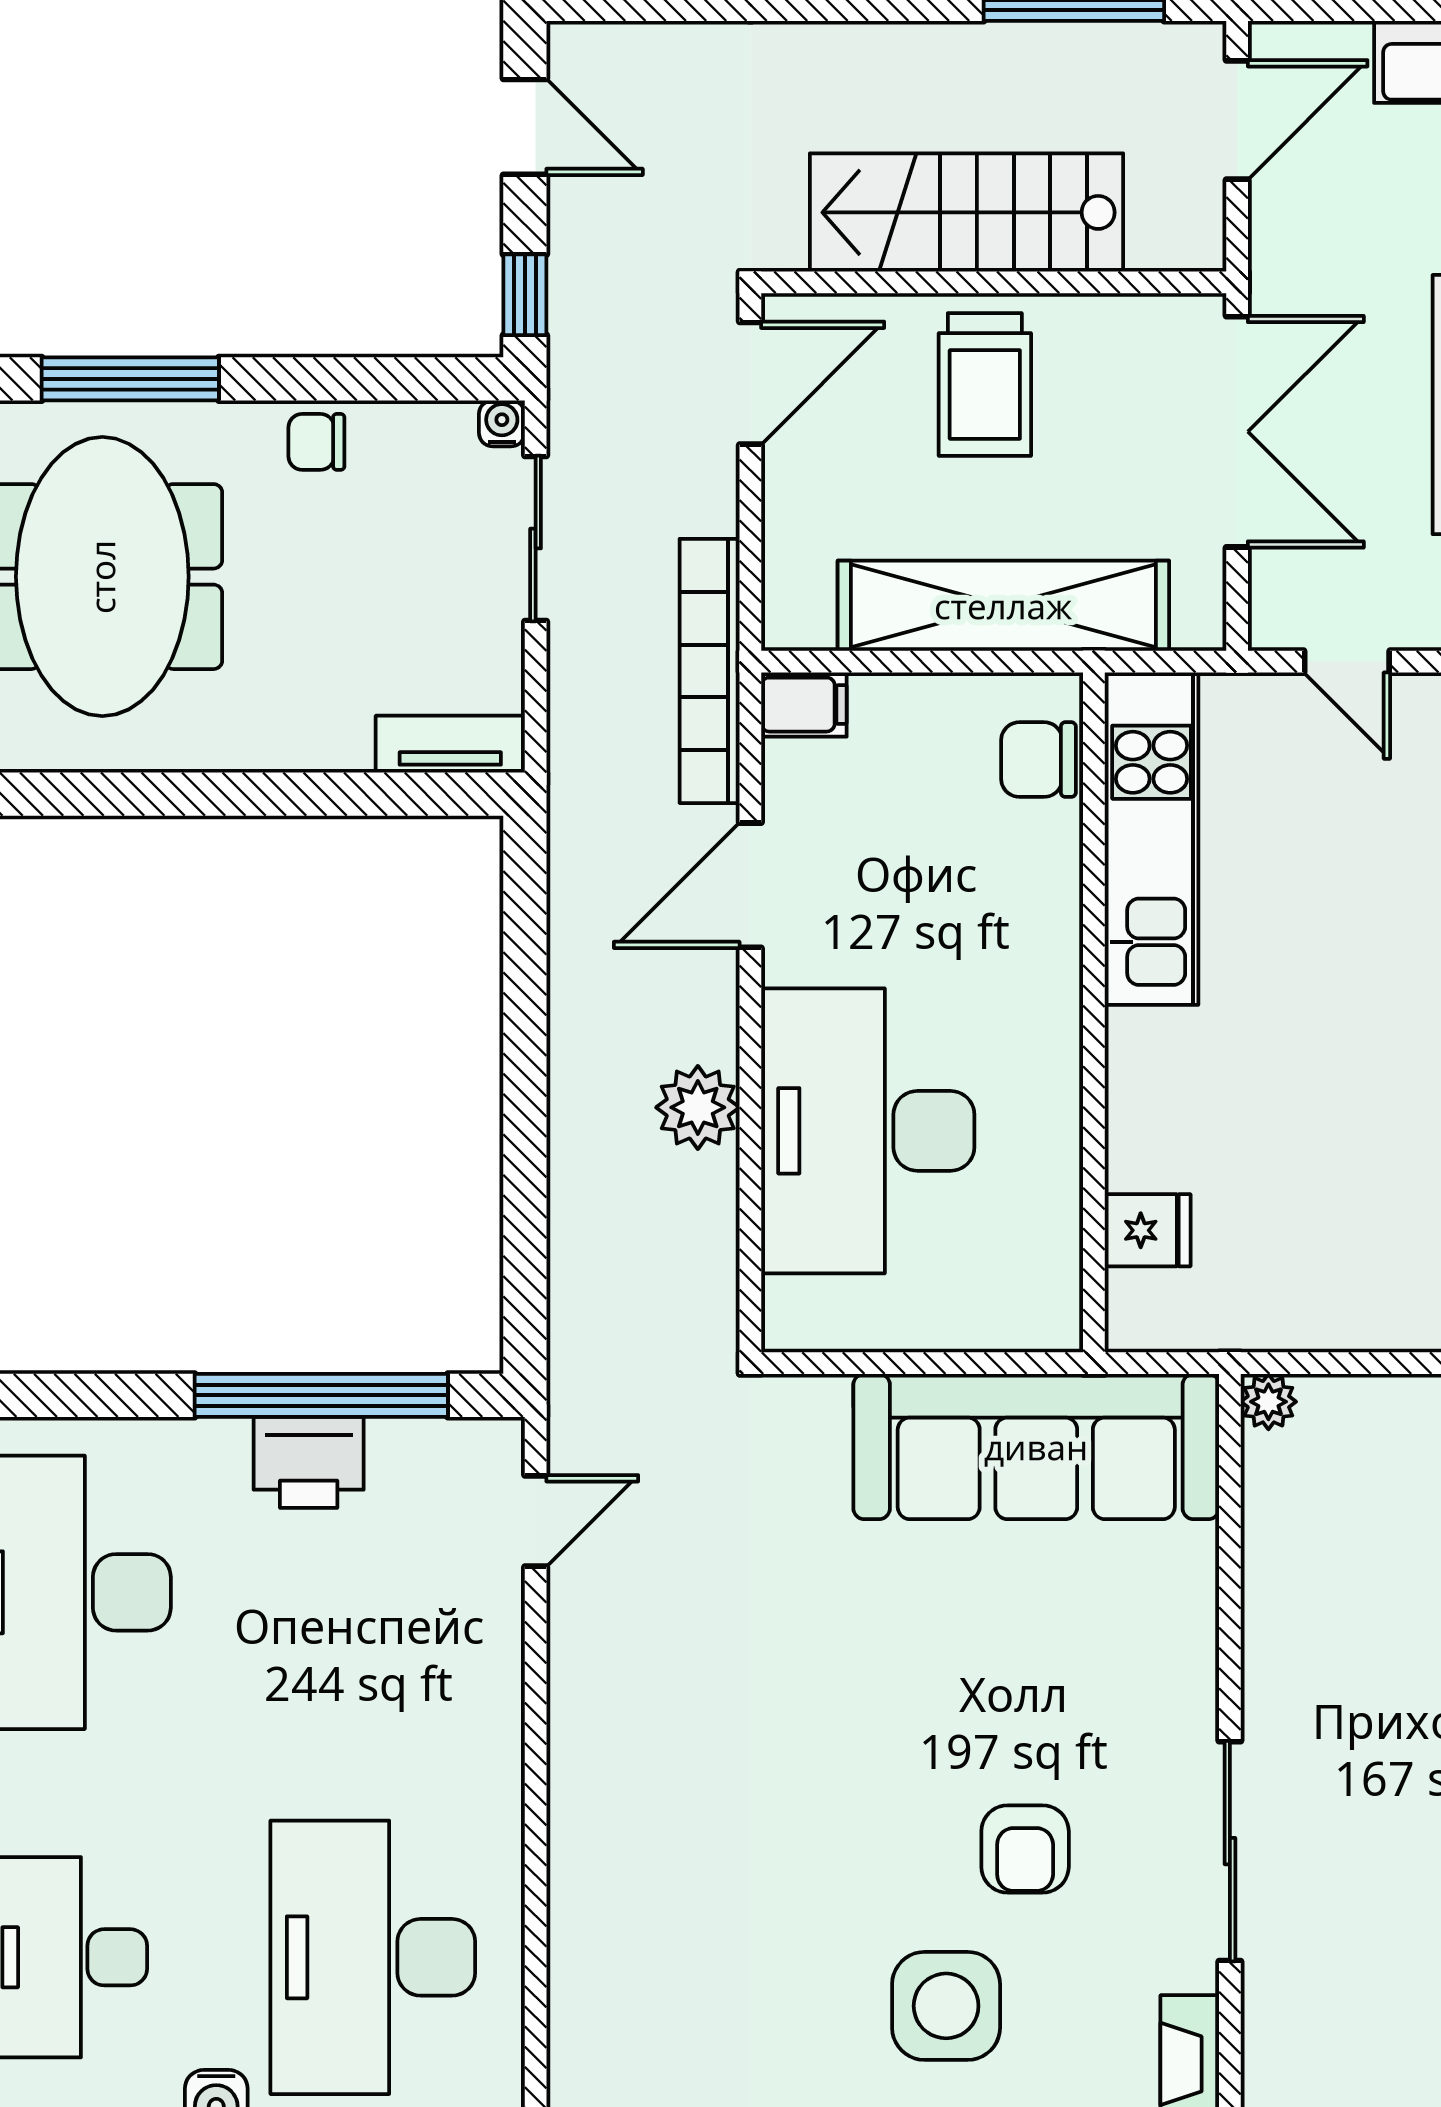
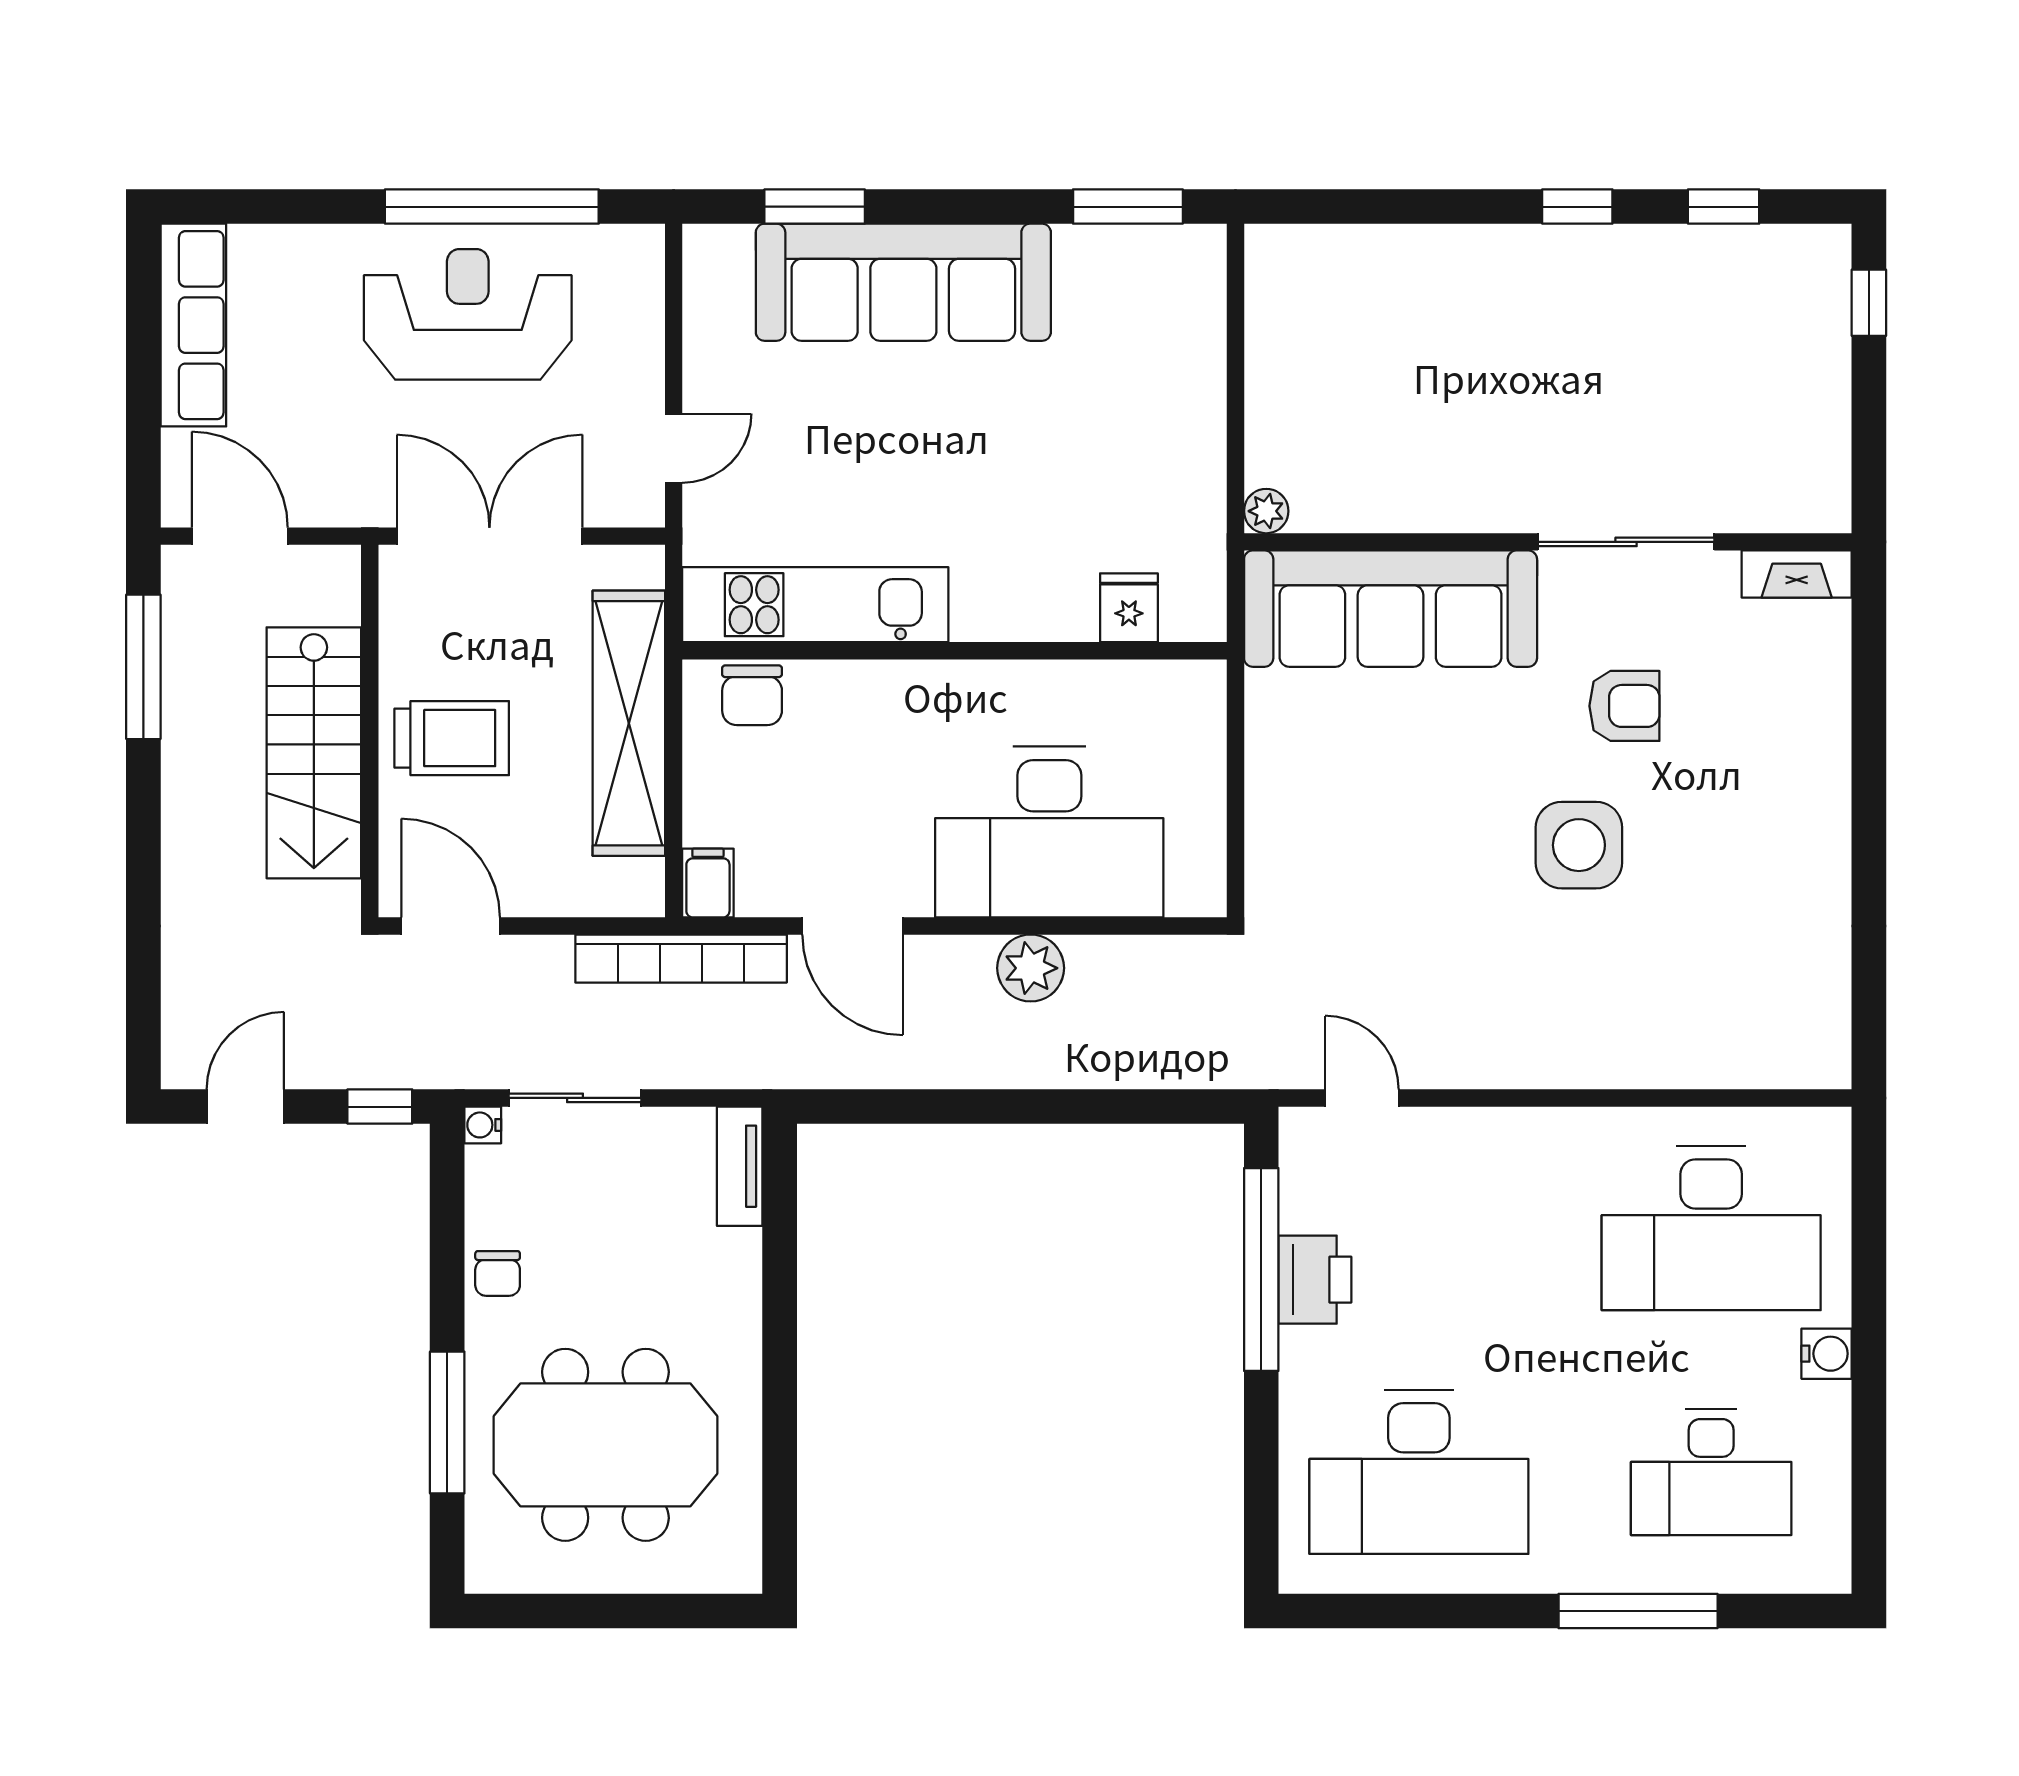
sofa: (1036, 1447) -> (1391, 609), moved, turned 90
side table: (946, 2006) -> (1579, 845), moved

